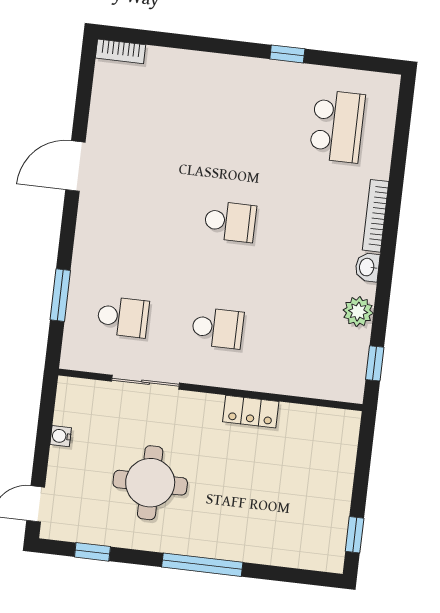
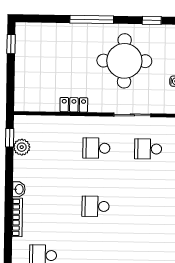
plant: (358, 312) -> (22, 147), moved
round table: (150, 483) -> (124, 61), width x1.36, depth x1.36

